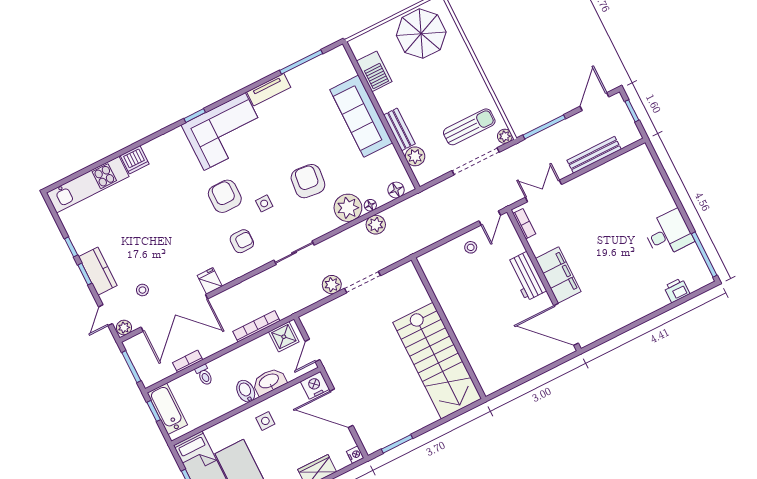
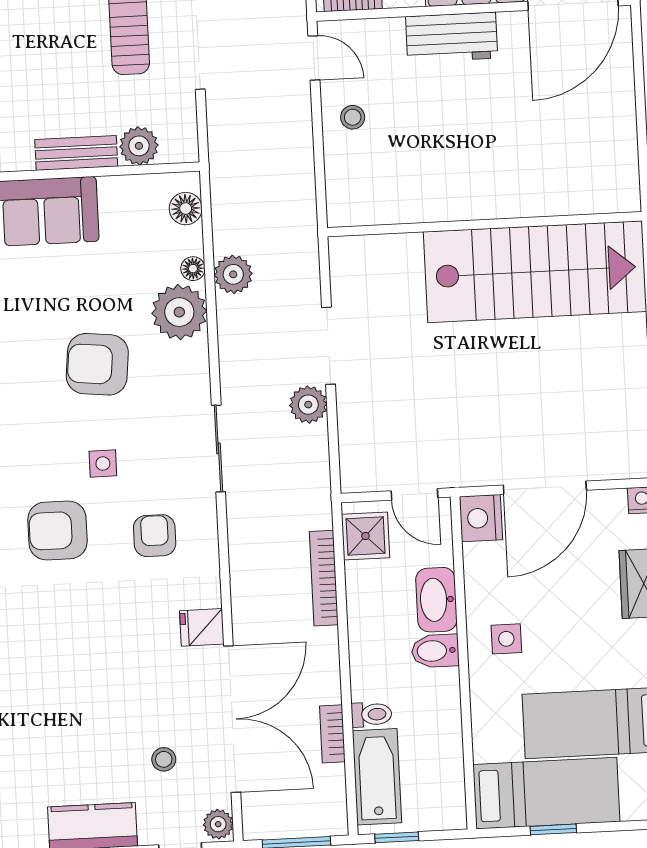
bathtub: (167, 409) -> (377, 777), moved, turned 90

